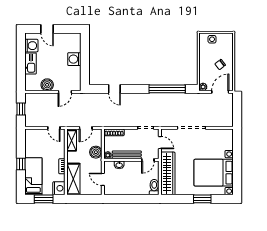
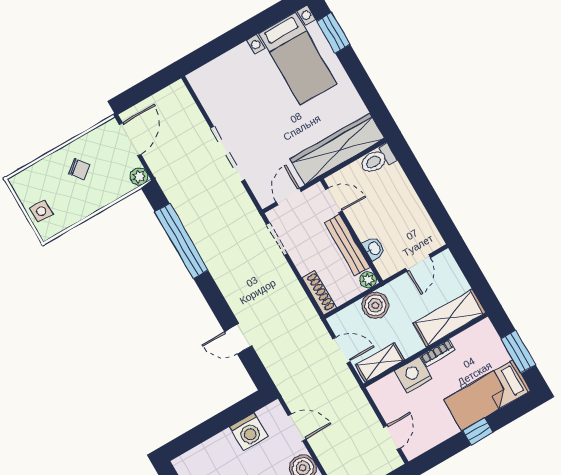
washing machine: (74, 59) -> (249, 432), moved
door: (114, 89) -> (238, 339), swing flipped
door: (220, 92) -> (130, 139), swing flipped
door: (54, 128) -> (392, 437), moved
bed with nightstands: (214, 173) -> (298, 59), width x0.73
nightstand: (59, 188) -> (413, 375), moved
window: (202, 199) -> (333, 33), moved

